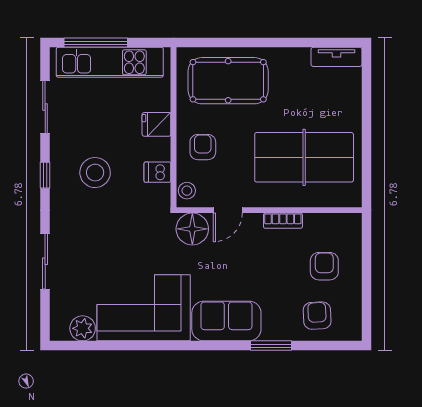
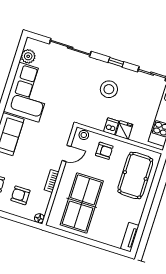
dishwasher: (157, 172) -> (111, 126), moved
door: (228, 210) -> (66, 153), swing flipped
floor lamp: (192, 229) -> (39, 218), moved, width x0.53, depth x0.53
sliding door: (45, 261) -> (70, 48), width x1.37
armchair: (324, 266) -> (20, 195), turned 180

